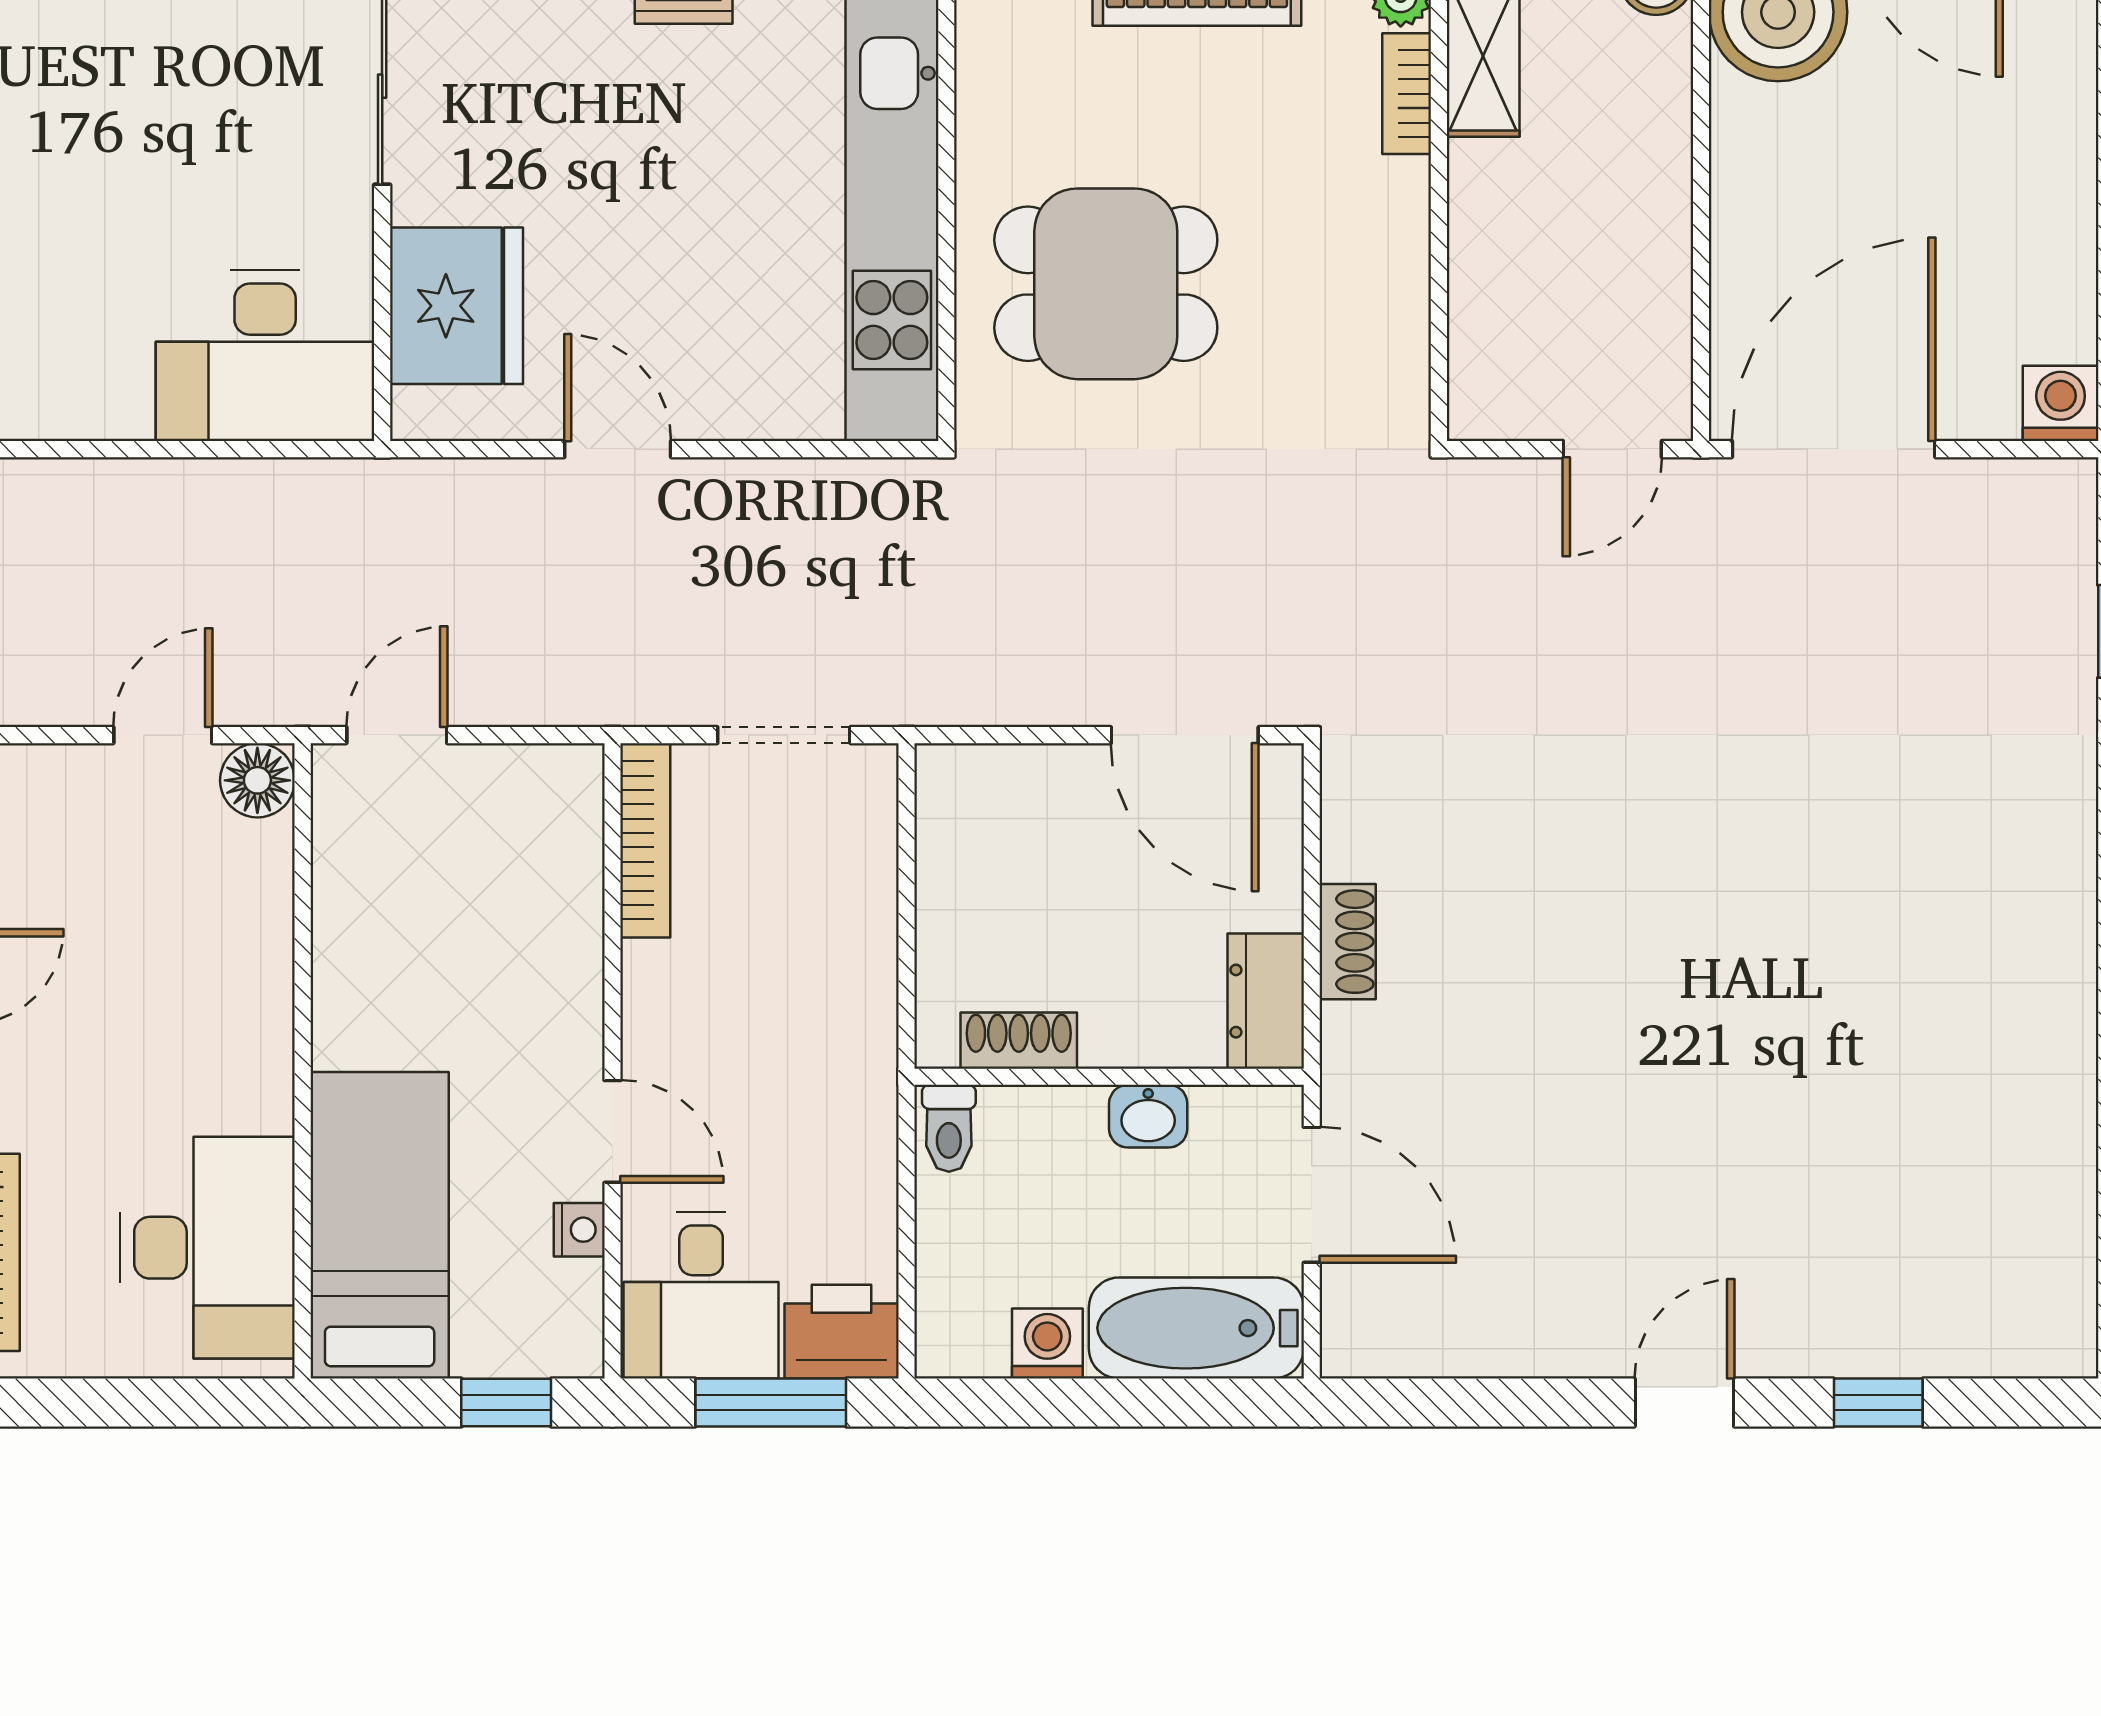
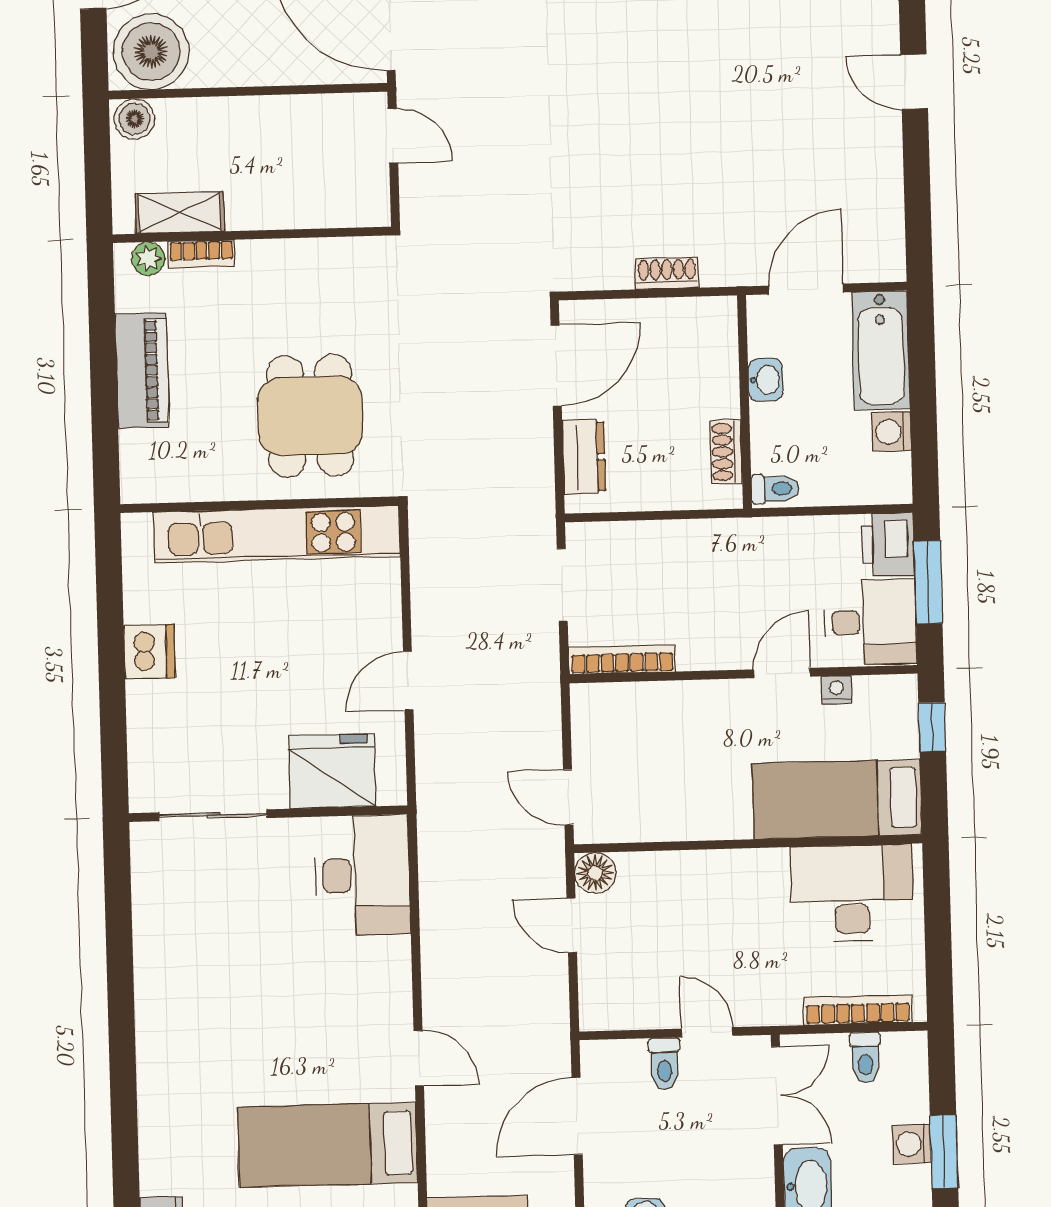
dresser: (1266, 1001) -> (584, 457), moved, turned -90

